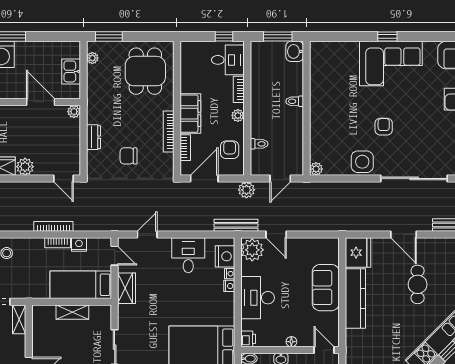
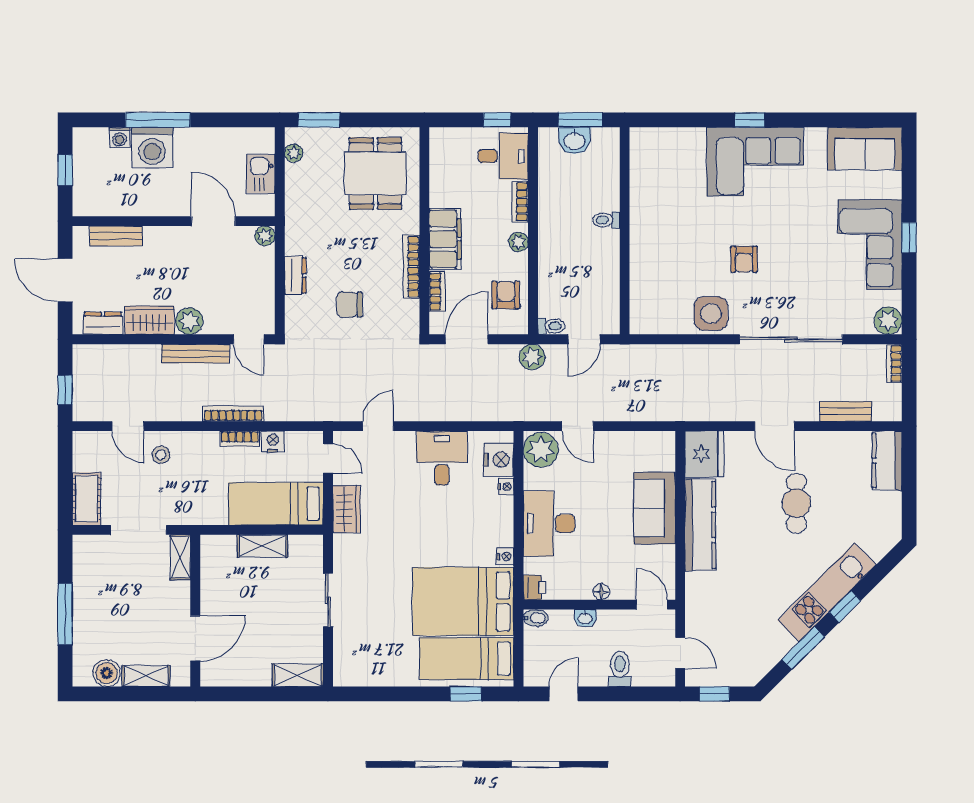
washbasin: (295, 51) -> (575, 140), moved, turned -90
armchair: (384, 127) -> (744, 259), turned 180
toilet: (259, 144) -> (551, 326), moved
plant: (316, 169) -> (639, 324), removed
bench: (236, 225) -> (196, 354), moved
nightstand: (229, 286) -> (505, 556), moved

